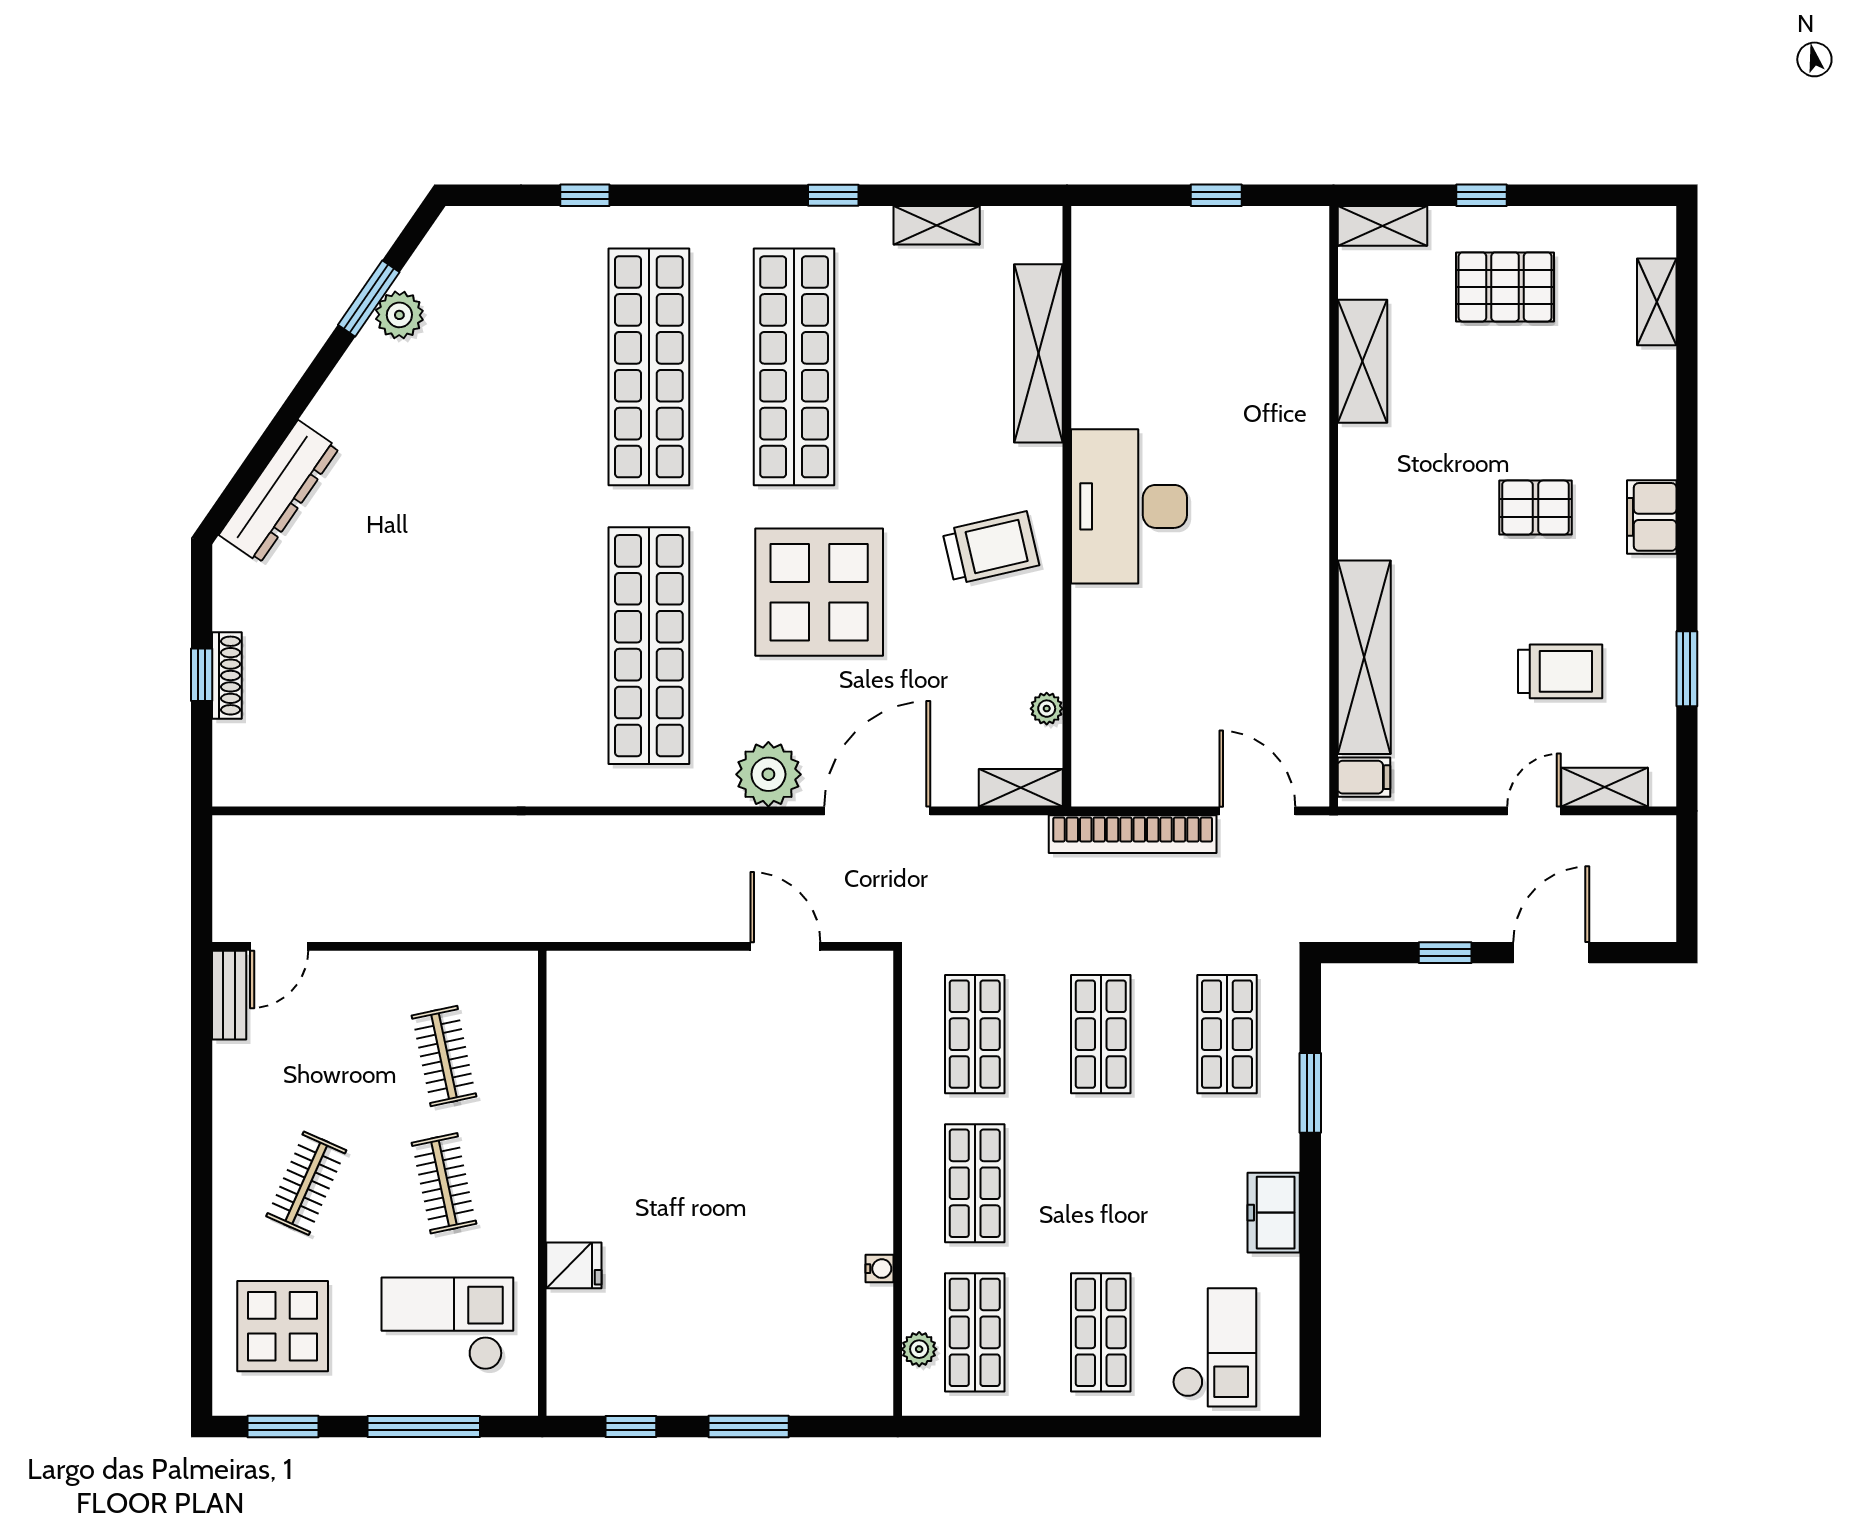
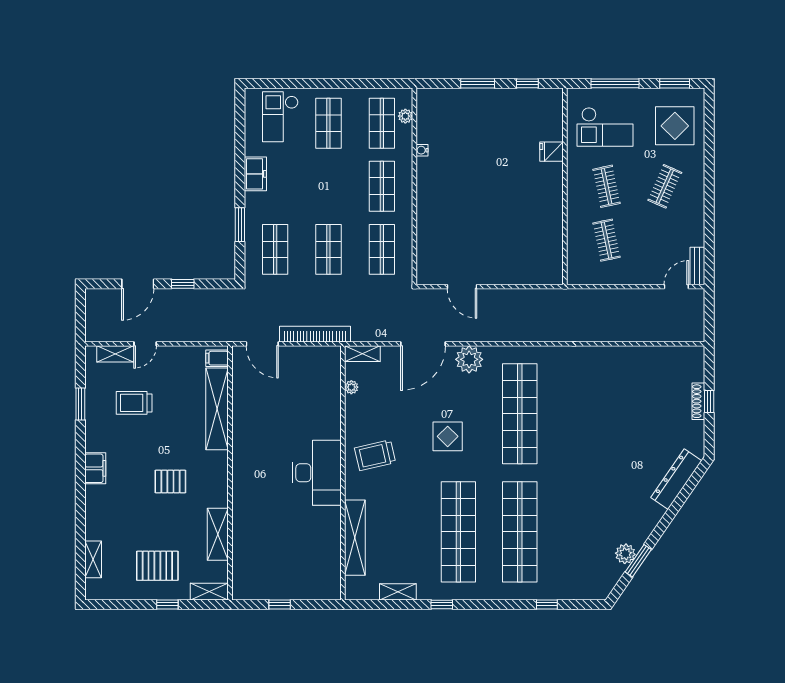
pallet: (1535, 508) -> (170, 482), moved
display table: (819, 592) -> (448, 436), width x0.54, depth x0.54

